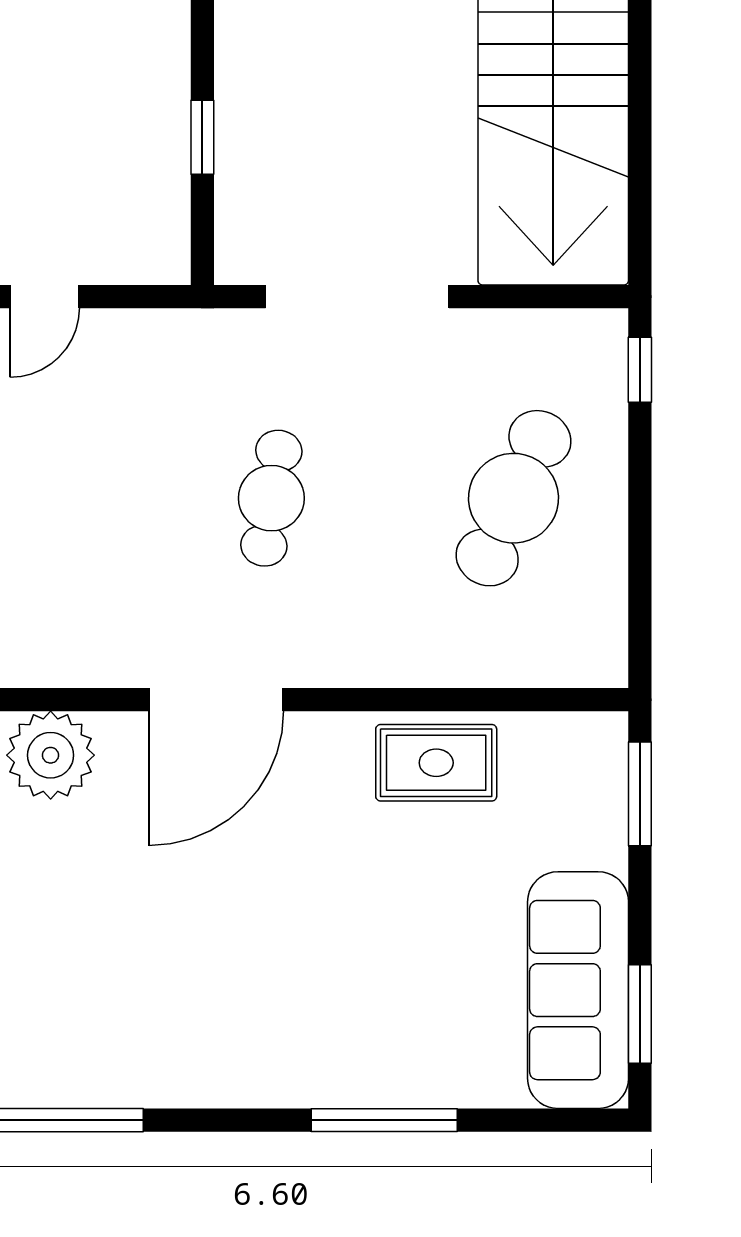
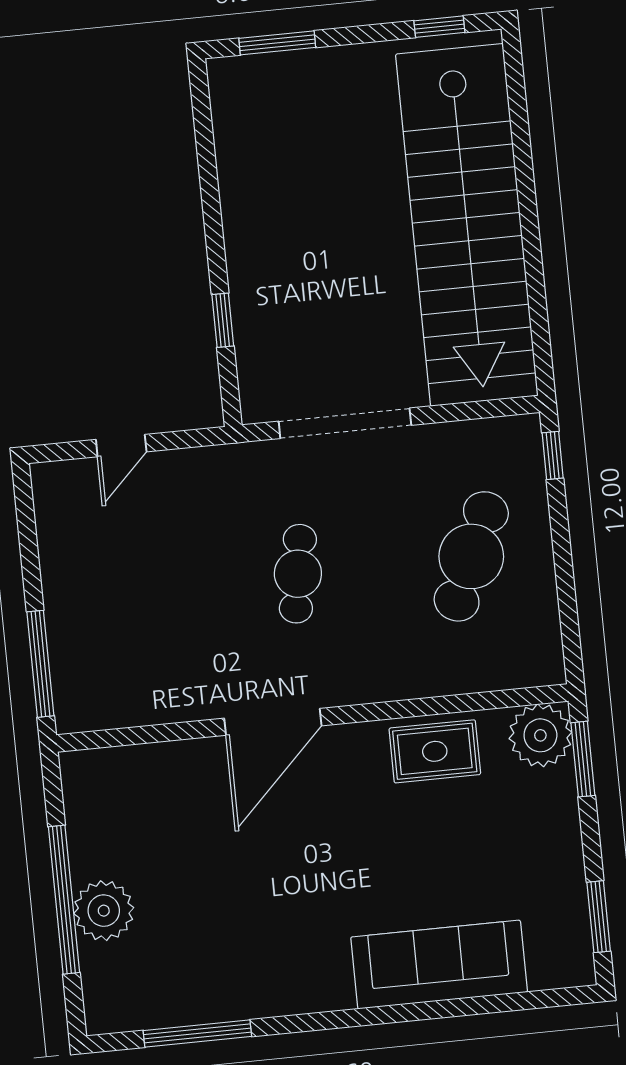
plant: (51, 755) -> (540, 735), moved
sofa: (578, 990) -> (439, 965), moved, turned 90
window: (384, 1120) -> (423, 1011), removed

